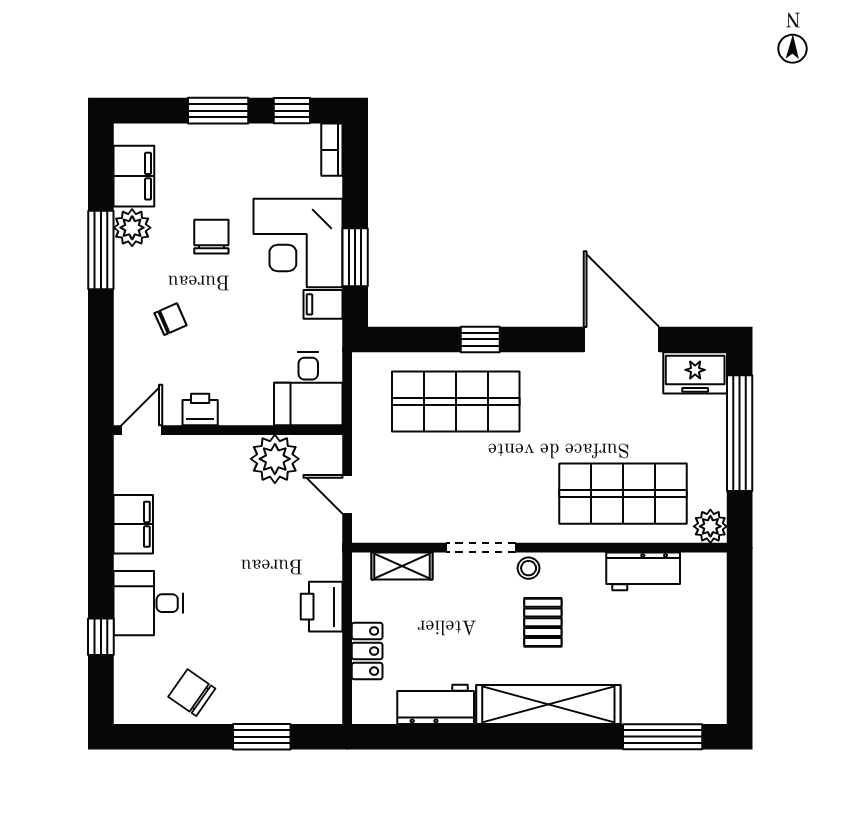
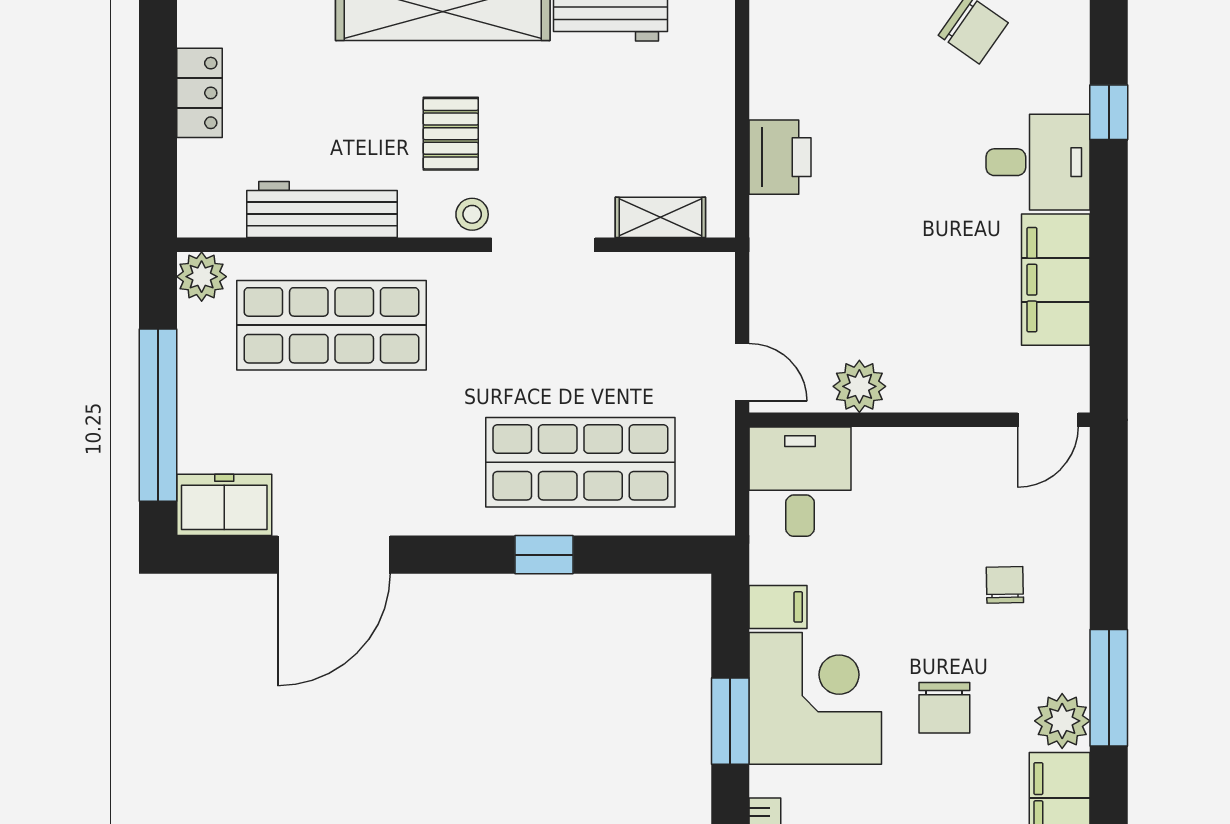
window: (355, 257) -> (730, 721), moved
chair: (171, 319) -> (1005, 585), turned 113
door: (621, 339) -> (334, 555), hinge flipped
printer: (200, 409) -> (961, 450), removed
plant: (275, 459) -> (859, 386), width x0.73, depth x0.73
door: (347, 494) -> (742, 372), moved
filing cabinet: (133, 524) -> (1056, 280), width x1.50, depth x1.17
workbench: (643, 571) -> (322, 210), width x1.38
locker: (367, 651) -> (199, 93), moved, turned 180

